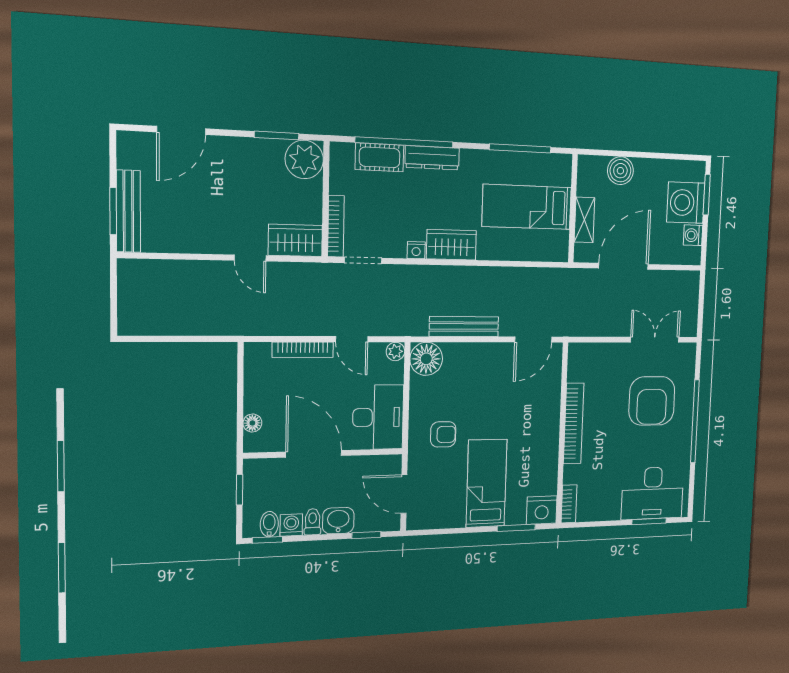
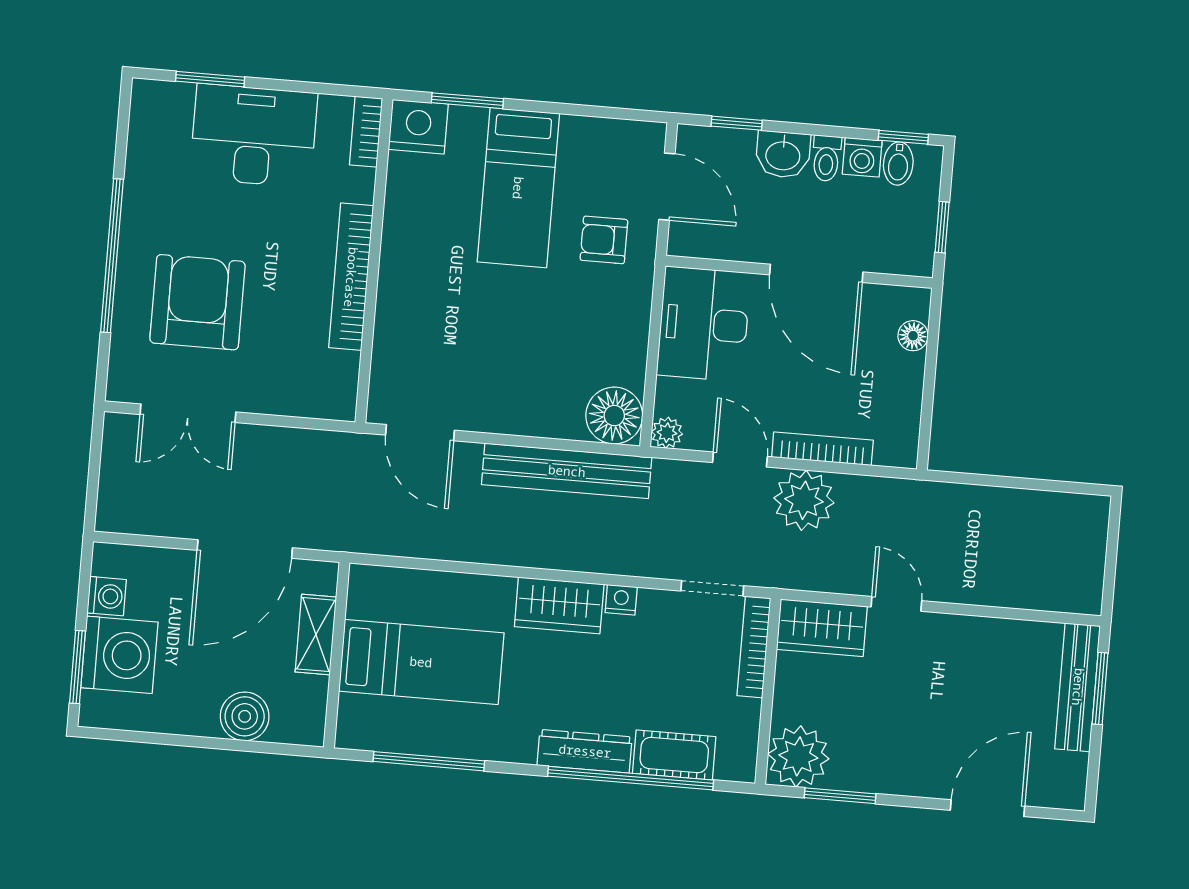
plant: (312, 318) -> (804, 500), added
bench: (464, 327) -> (567, 471), width x1.37, depth x1.21
door: (533, 340) -> (420, 433), swing flipped
armchair: (443, 434) -> (604, 240), moved
desk: (653, 493) -> (254, 136), moved

